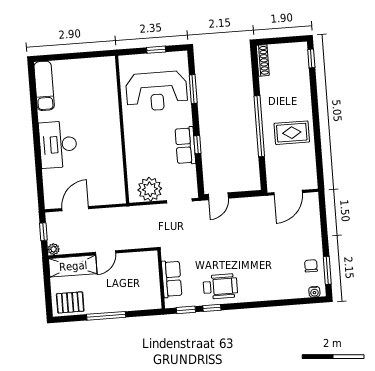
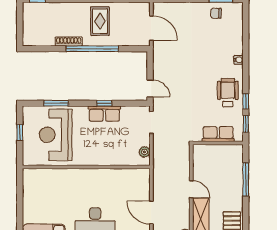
shoe rack: (263, 60) -> (69, 41), moved
reception desk: (157, 91) -> (56, 135), turned 180
plant: (150, 189) -> (144, 152), width x0.53, depth x0.53
water cooler: (314, 292) -> (239, 60), moved
window: (106, 316) -> (246, 179), moved

